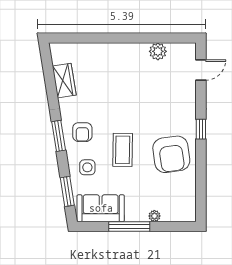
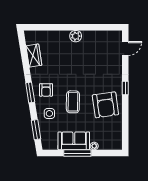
plant: (158, 51) -> (76, 36), moved
sofa: (101, 208) -> (74, 141), moved

